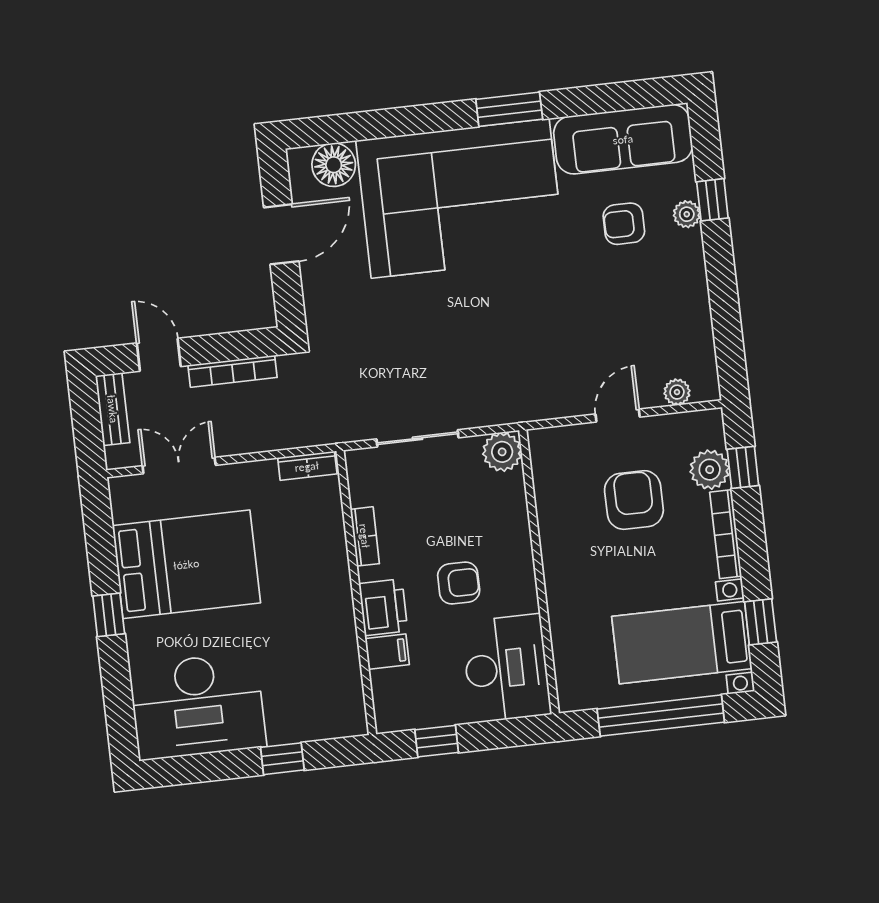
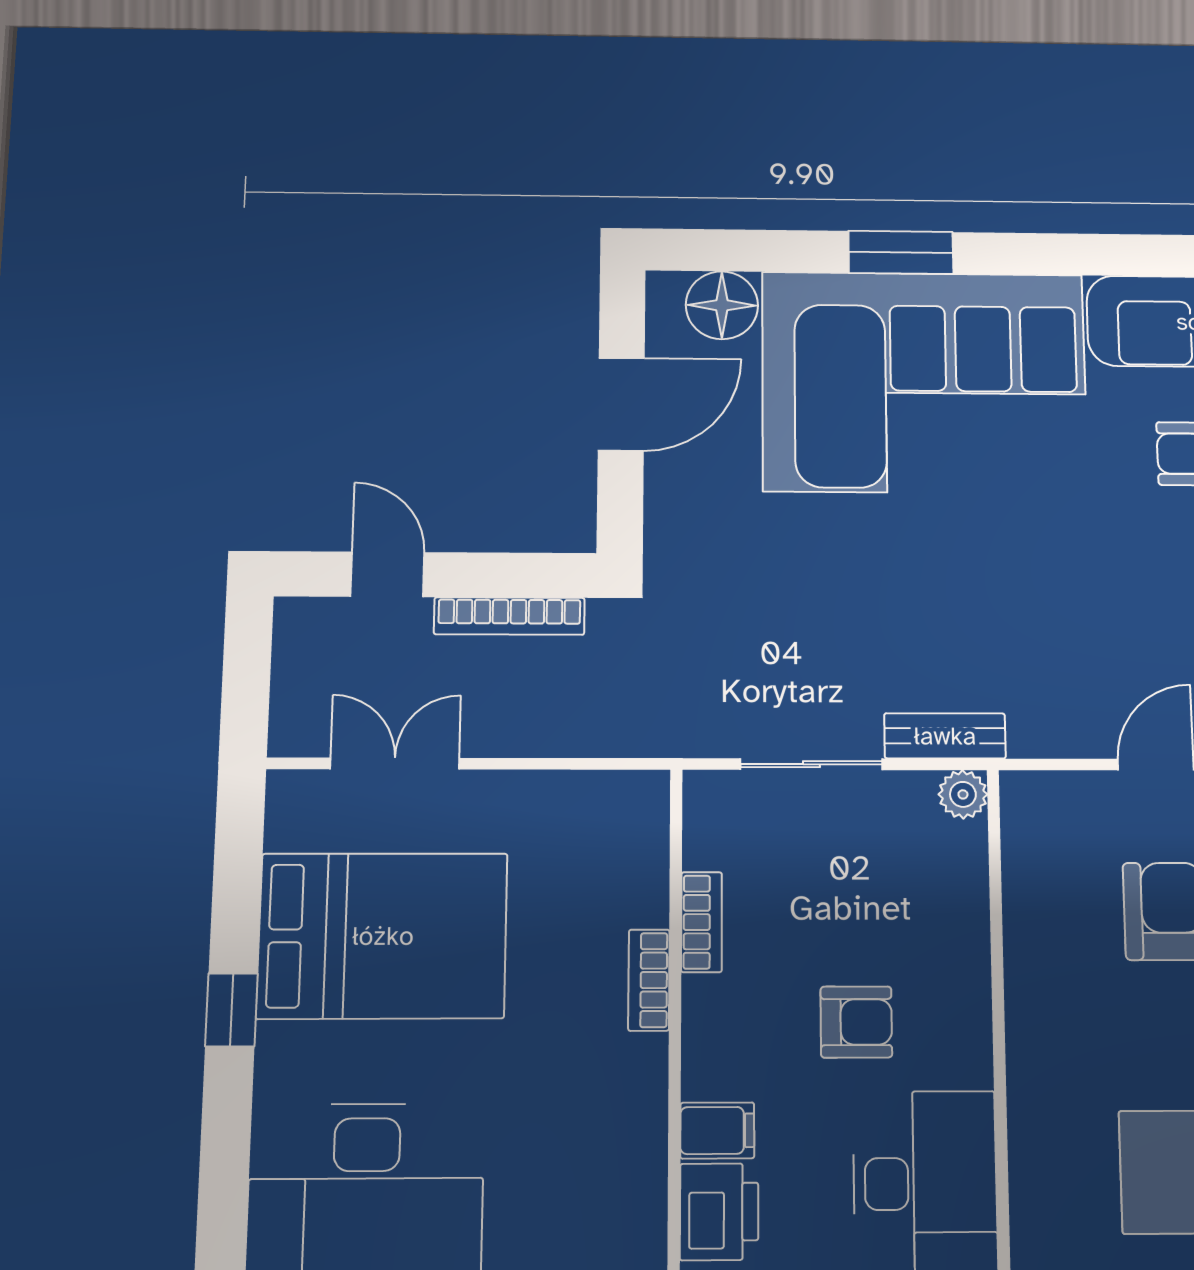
window: (509, 109) -> (901, 252), moved
bench: (113, 409) -> (945, 736), moved, turned 90
plant: (502, 452) -> (963, 794), width x0.73, depth x0.73
bookcase: (307, 466) -> (649, 980), moved, turned 90
printer: (383, 607) -> (719, 1212), moved

